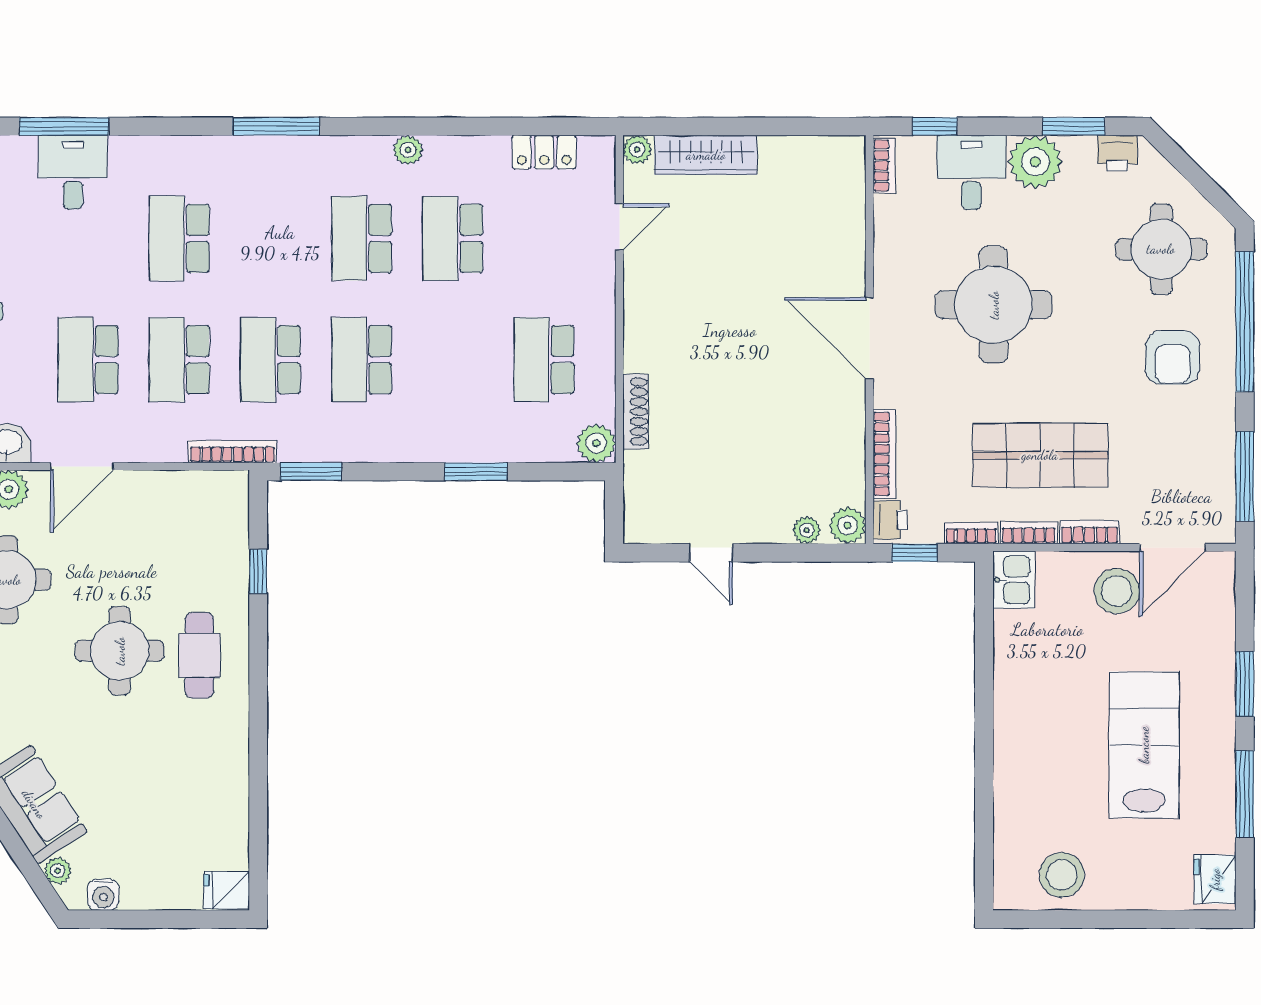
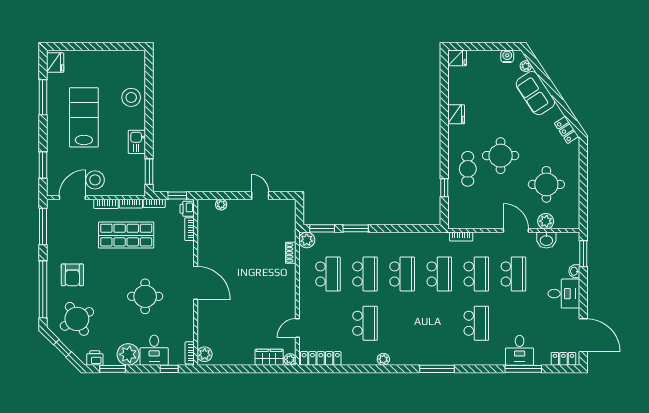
locker: (544, 152) -> (321, 358), width x1.53
wardrobe: (706, 155) -> (269, 357), width x0.67
window: (1197, 177) -> (62, 348), added
school desk: (362, 238) -> (365, 274), moved
round table: (1161, 249) -> (77, 319), turned -30
round table: (994, 305) -> (145, 296), width x0.73, depth x0.73
armchair: (1173, 357) -> (72, 275), turned 180
shoe rack: (636, 412) -> (291, 253), width x0.70
bookcase: (233, 452) -> (461, 237), width x0.64
bookcase: (884, 454) -> (190, 229), width x0.64
door: (82, 466) -> (516, 231), hinge flipped
window: (311, 472) -> (322, 228), moved
plant: (847, 525) -> (205, 354), moved
kitchen sink: (1014, 580) -> (137, 142), moved
window: (984, 611) -> (149, 172), added
cafe table: (199, 655) -> (468, 169), moved
window: (1245, 684) -> (43, 165), moved
lab bench: (1144, 745) -> (84, 117), turned 180
fridge: (229, 752) -> (456, 114), added
stool: (1062, 875) -> (131, 97), moved

